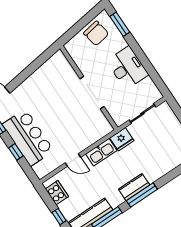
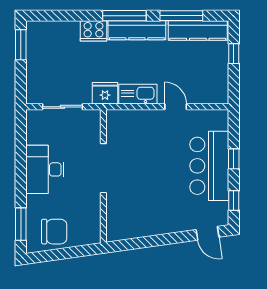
chair: (96, 33) -> (54, 232), turned 100
kitchen counter: (134, 187) -> (137, 30), width x1.50
cooker: (57, 193) -> (94, 31), moved, turned -90

